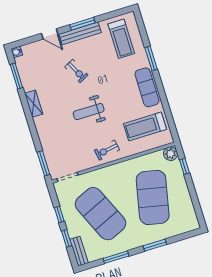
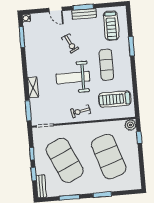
bench: (80, 33) -> (84, 14), width x0.73
exercise mat: (147, 87) -> (106, 65), moved
shelving: (34, 104) -> (33, 87), moved
weight bench: (89, 112) -> (73, 78), width x1.36, depth x1.33
exercise mat: (153, 198) -> (109, 157), turned -30

